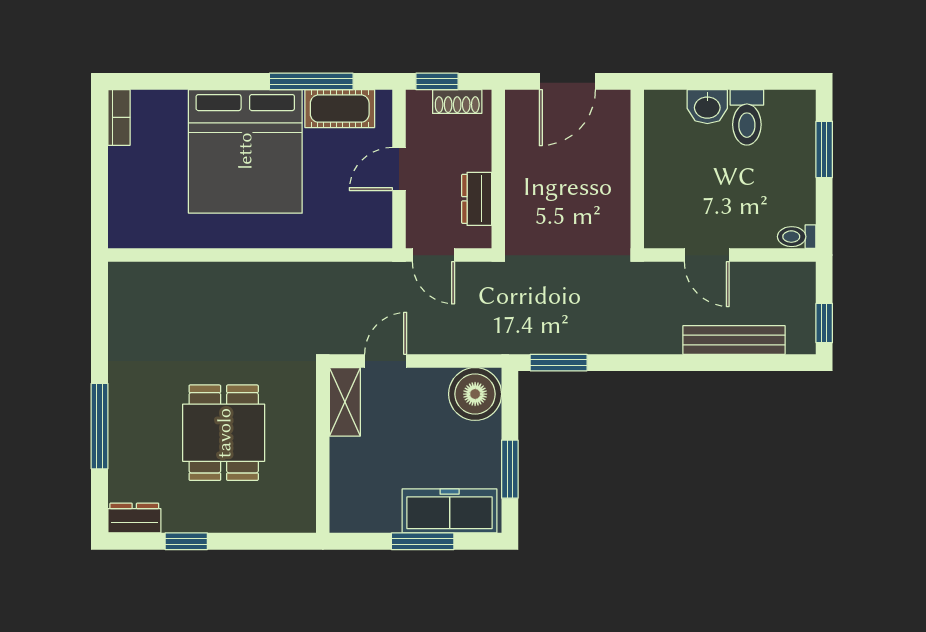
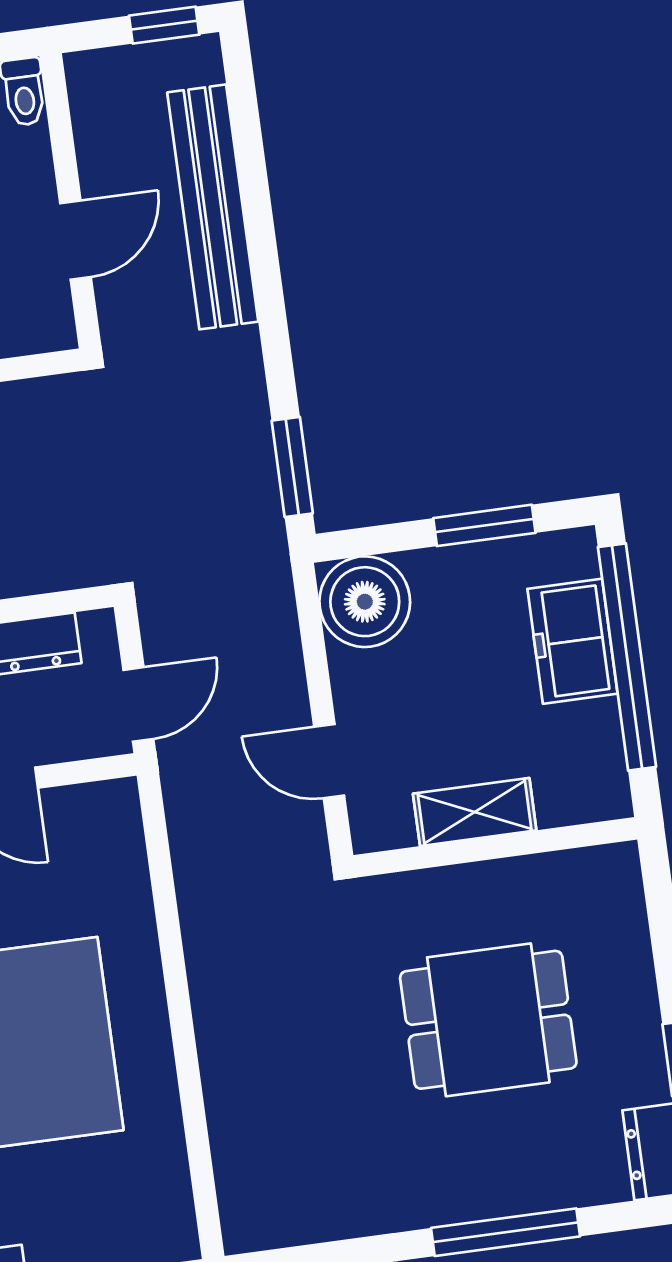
bench: (734, 340) -> (213, 207), width x1.37, depth x1.21
shelving: (345, 402) -> (475, 812), moved
freezer: (450, 511) -> (572, 641), width x0.71
window: (423, 541) -> (627, 657), width x2.11

